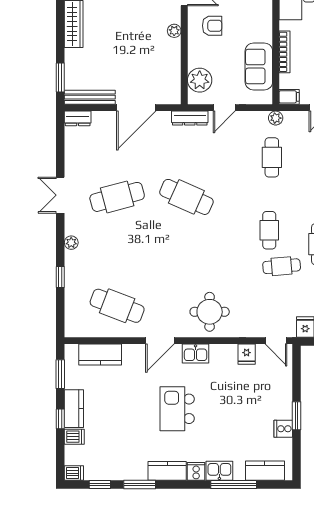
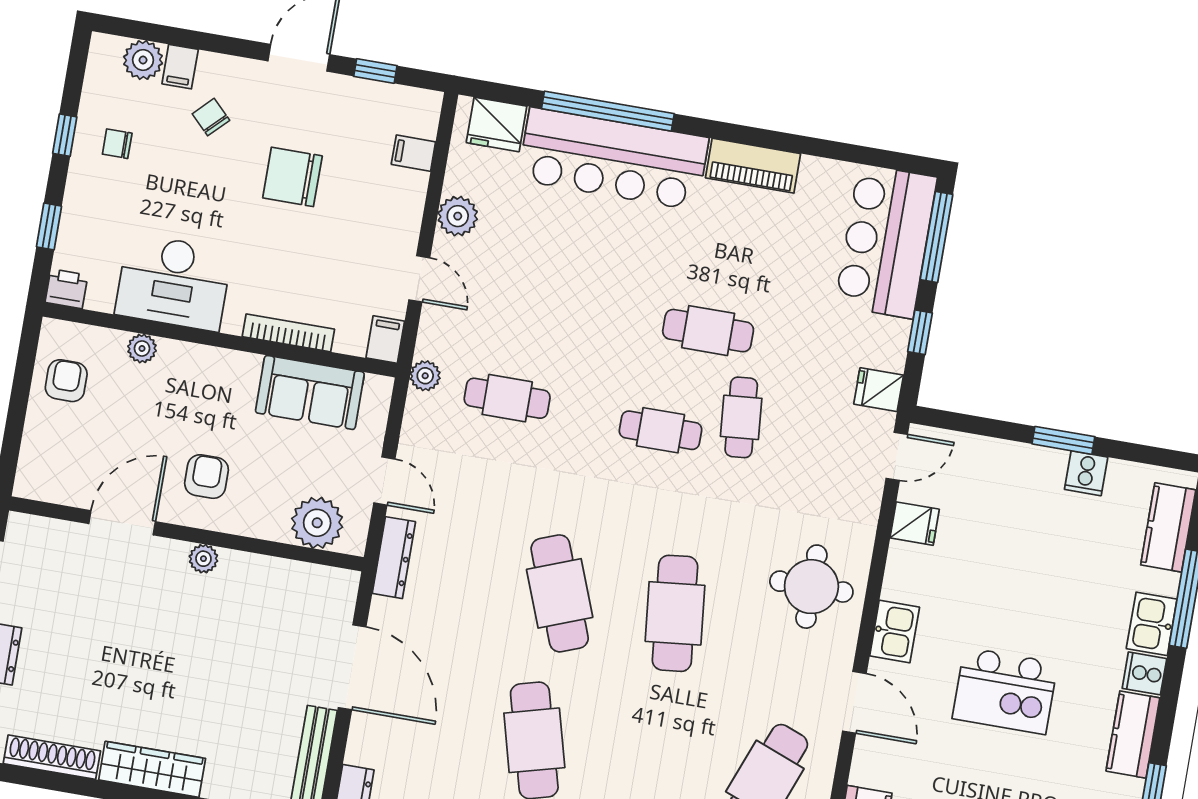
cafe table: (186, 197) -> (560, 593), turned -45
cafe table: (186, 251) -> (675, 613), added

